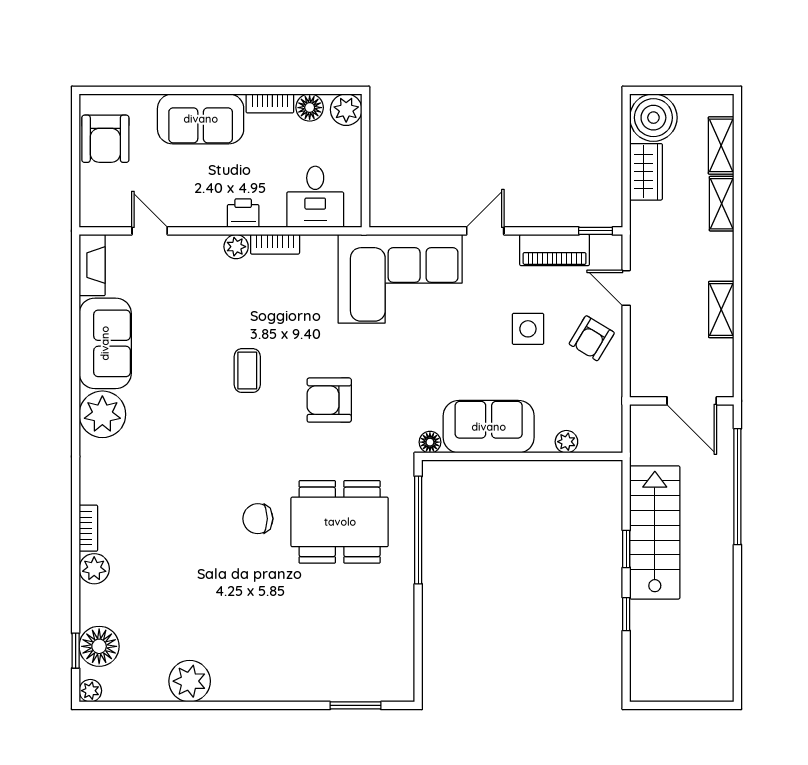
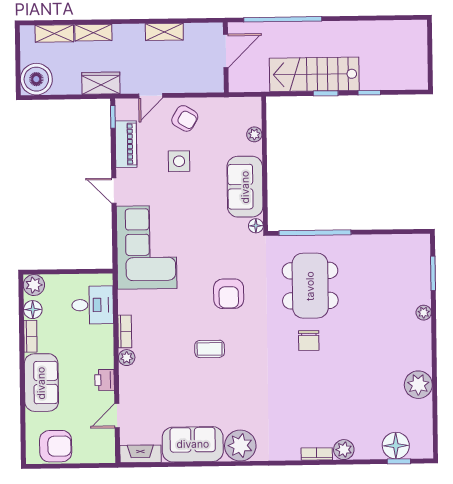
wardrobe: (646, 172) -> (101, 83), moved
printer: (243, 213) -> (105, 380), moved
plant: (90, 691) -> (424, 313), moved

